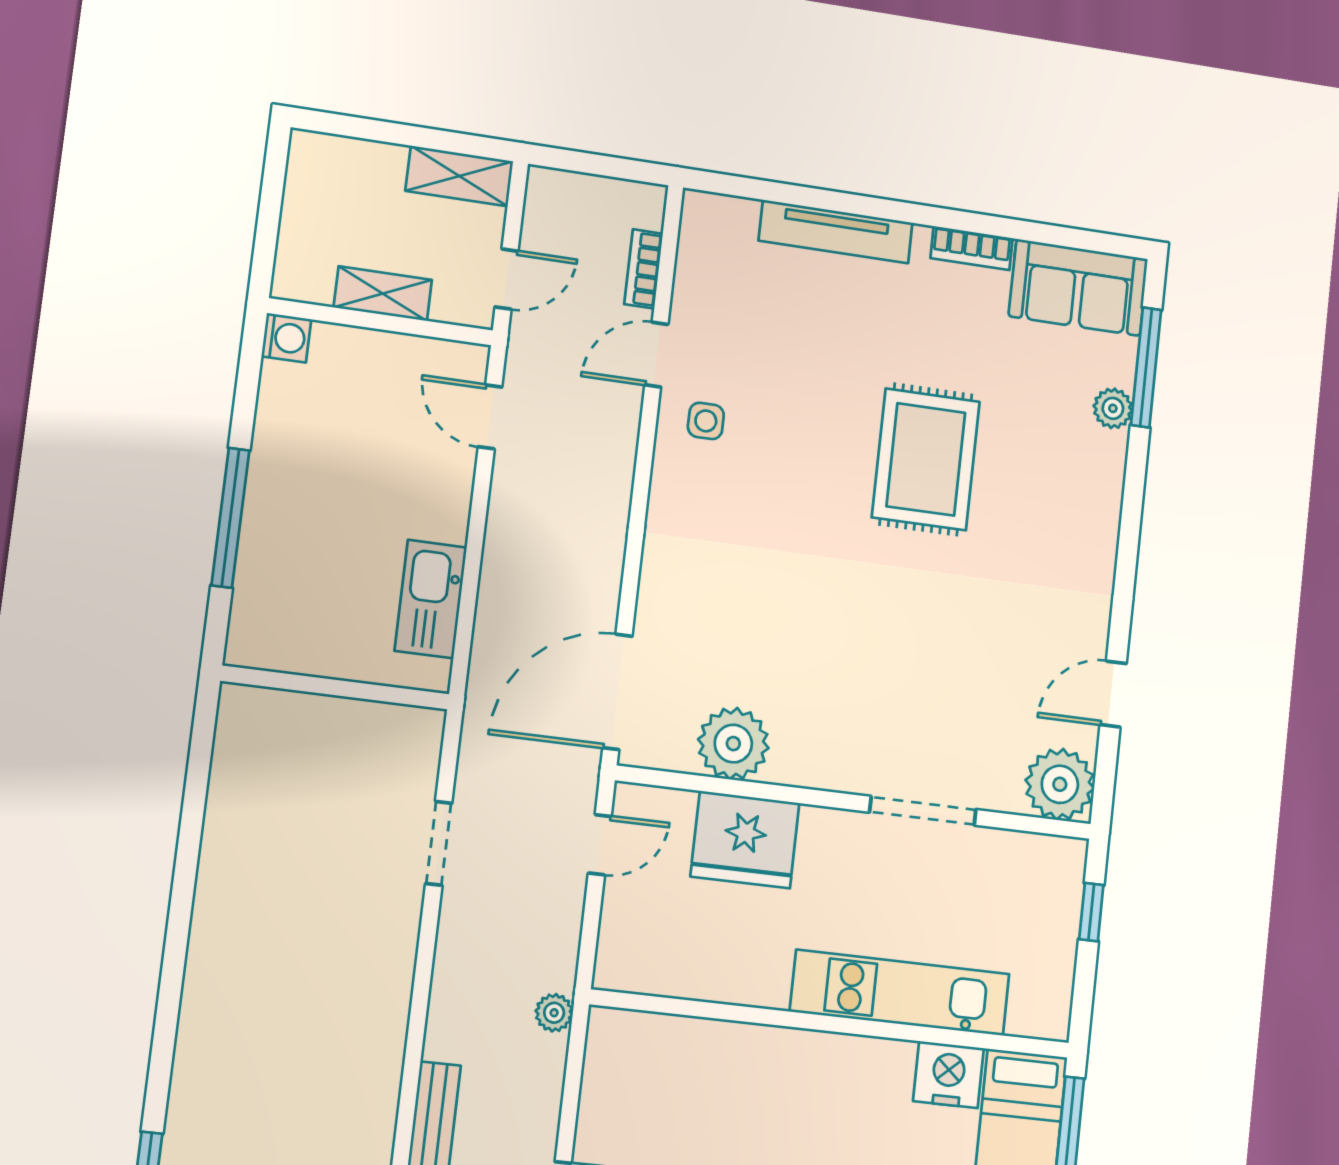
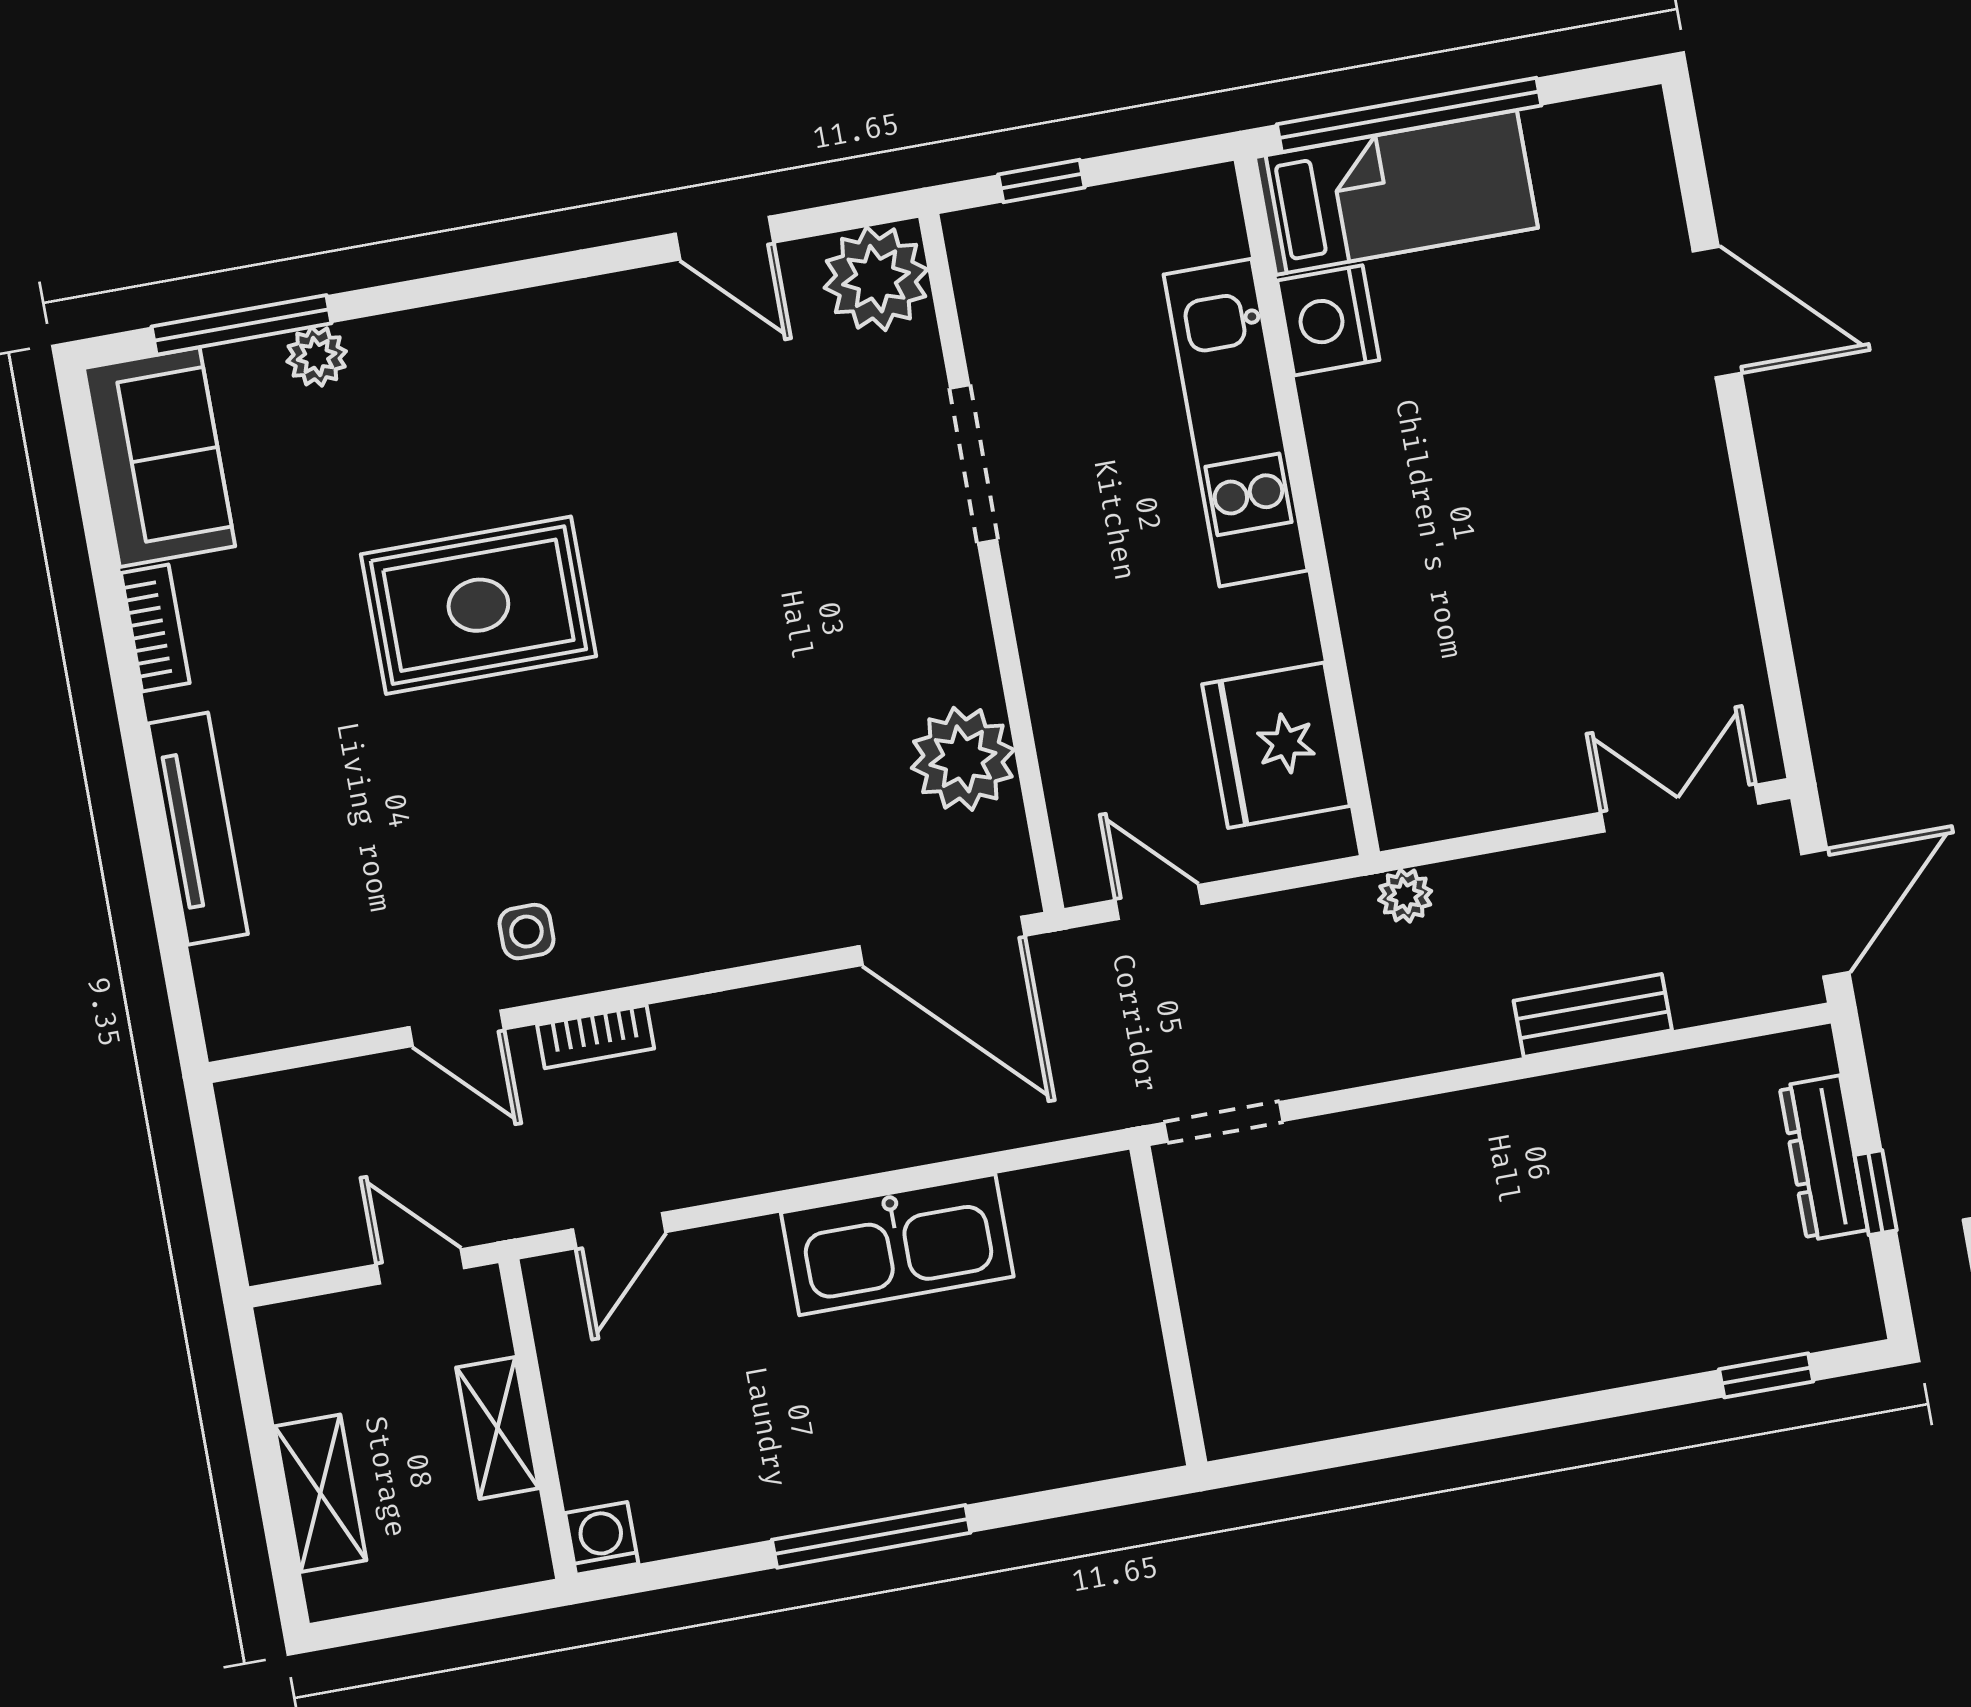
shelving: (459, 176) -> (320, 1493), moved
bookcase: (644, 269) -> (596, 1037), moved
kitchen sink: (431, 599) -> (897, 1245), width x1.36, depth x1.24
wall: (335, 687) -> (1168, 1306), moved
fridge: (745, 840) -> (1276, 745), moved, turned 180

